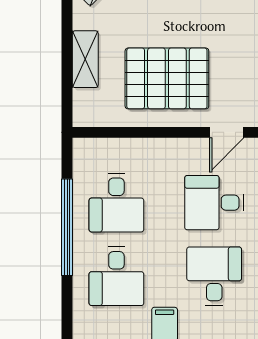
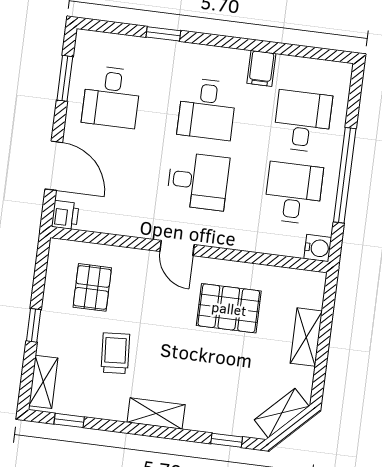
pallet: (167, 78) -> (229, 308), width x0.73, depth x0.71
door: (227, 132) -> (177, 248), swing flipped
water cooler: (85, 150) -> (318, 248), added

